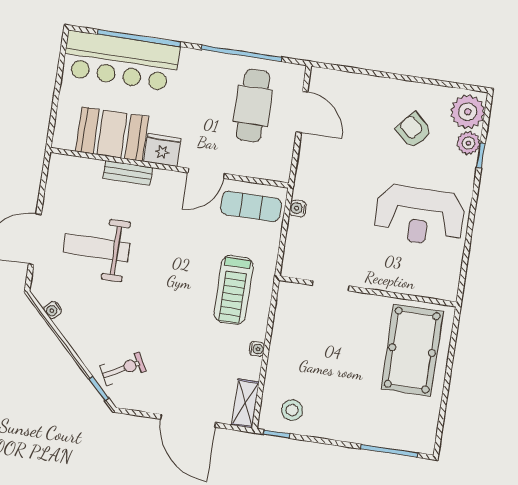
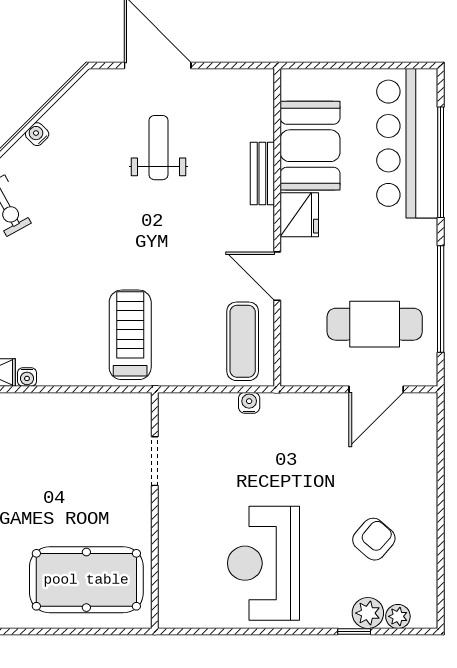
plant: (468, 112) -> (398, 616), width x0.53, depth x0.53
weight bench: (96, 248) -> (158, 148), width x0.73, depth x0.75
treadmill: (233, 290) -> (130, 335), turned 90
water cooler: (53, 310) -> (37, 134), moved
water cooler: (257, 349) -> (27, 377), moved

